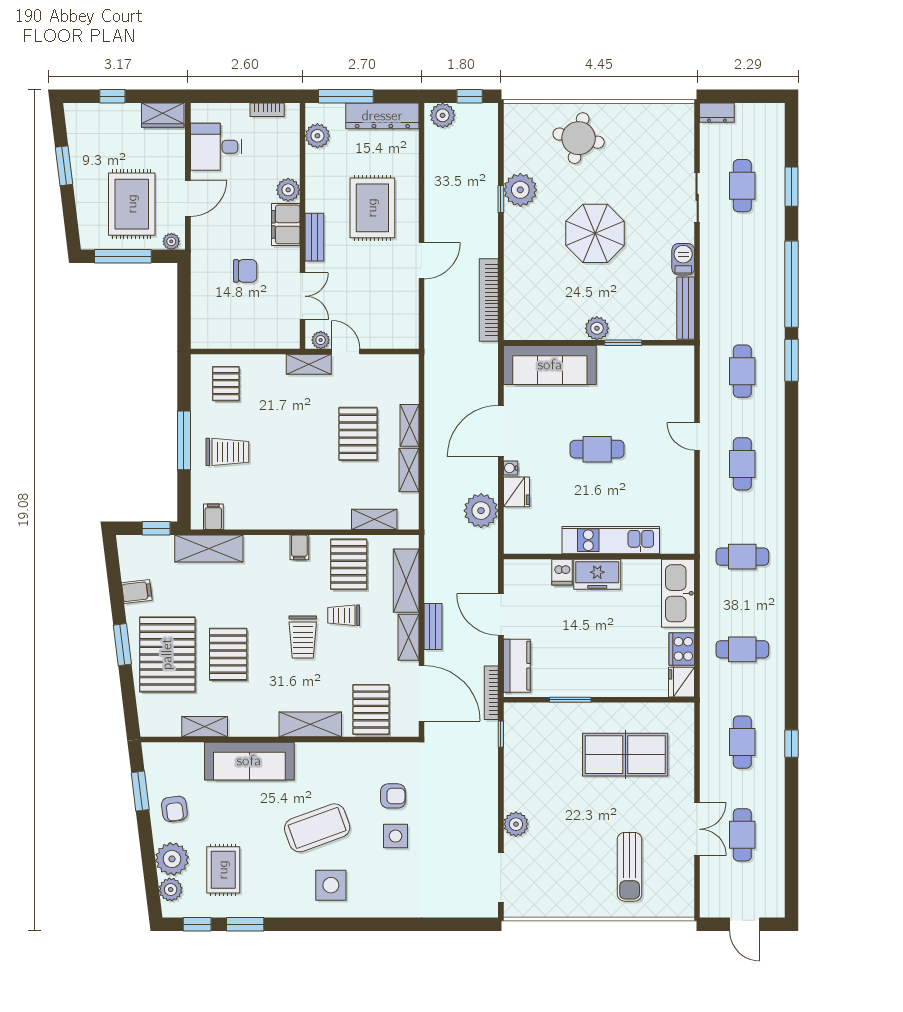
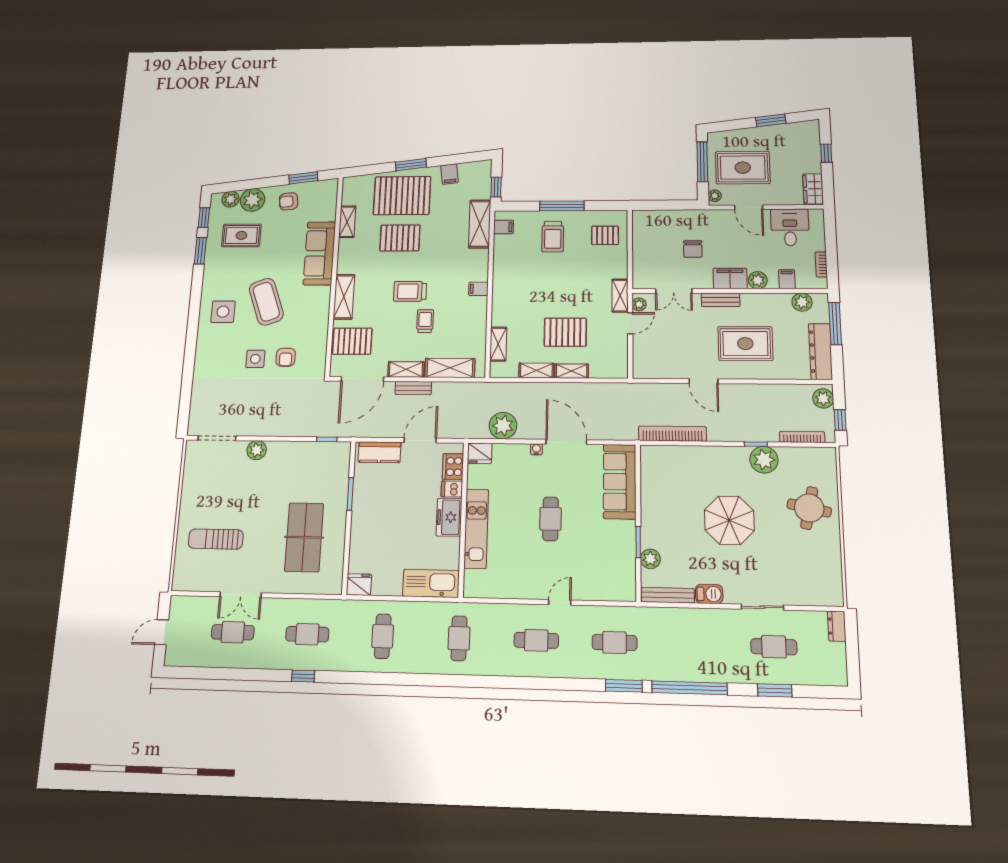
filing cabinet: (287, 153) -> (787, 279), added
plant: (597, 328) -> (650, 559), moved
fridge: (517, 492) -> (480, 453), moved
pallet: (349, 564) -> (464, 325), removed
cooker: (682, 649) -> (453, 467), moved, turned -90
bookcase: (491, 693) -> (802, 437), moved

